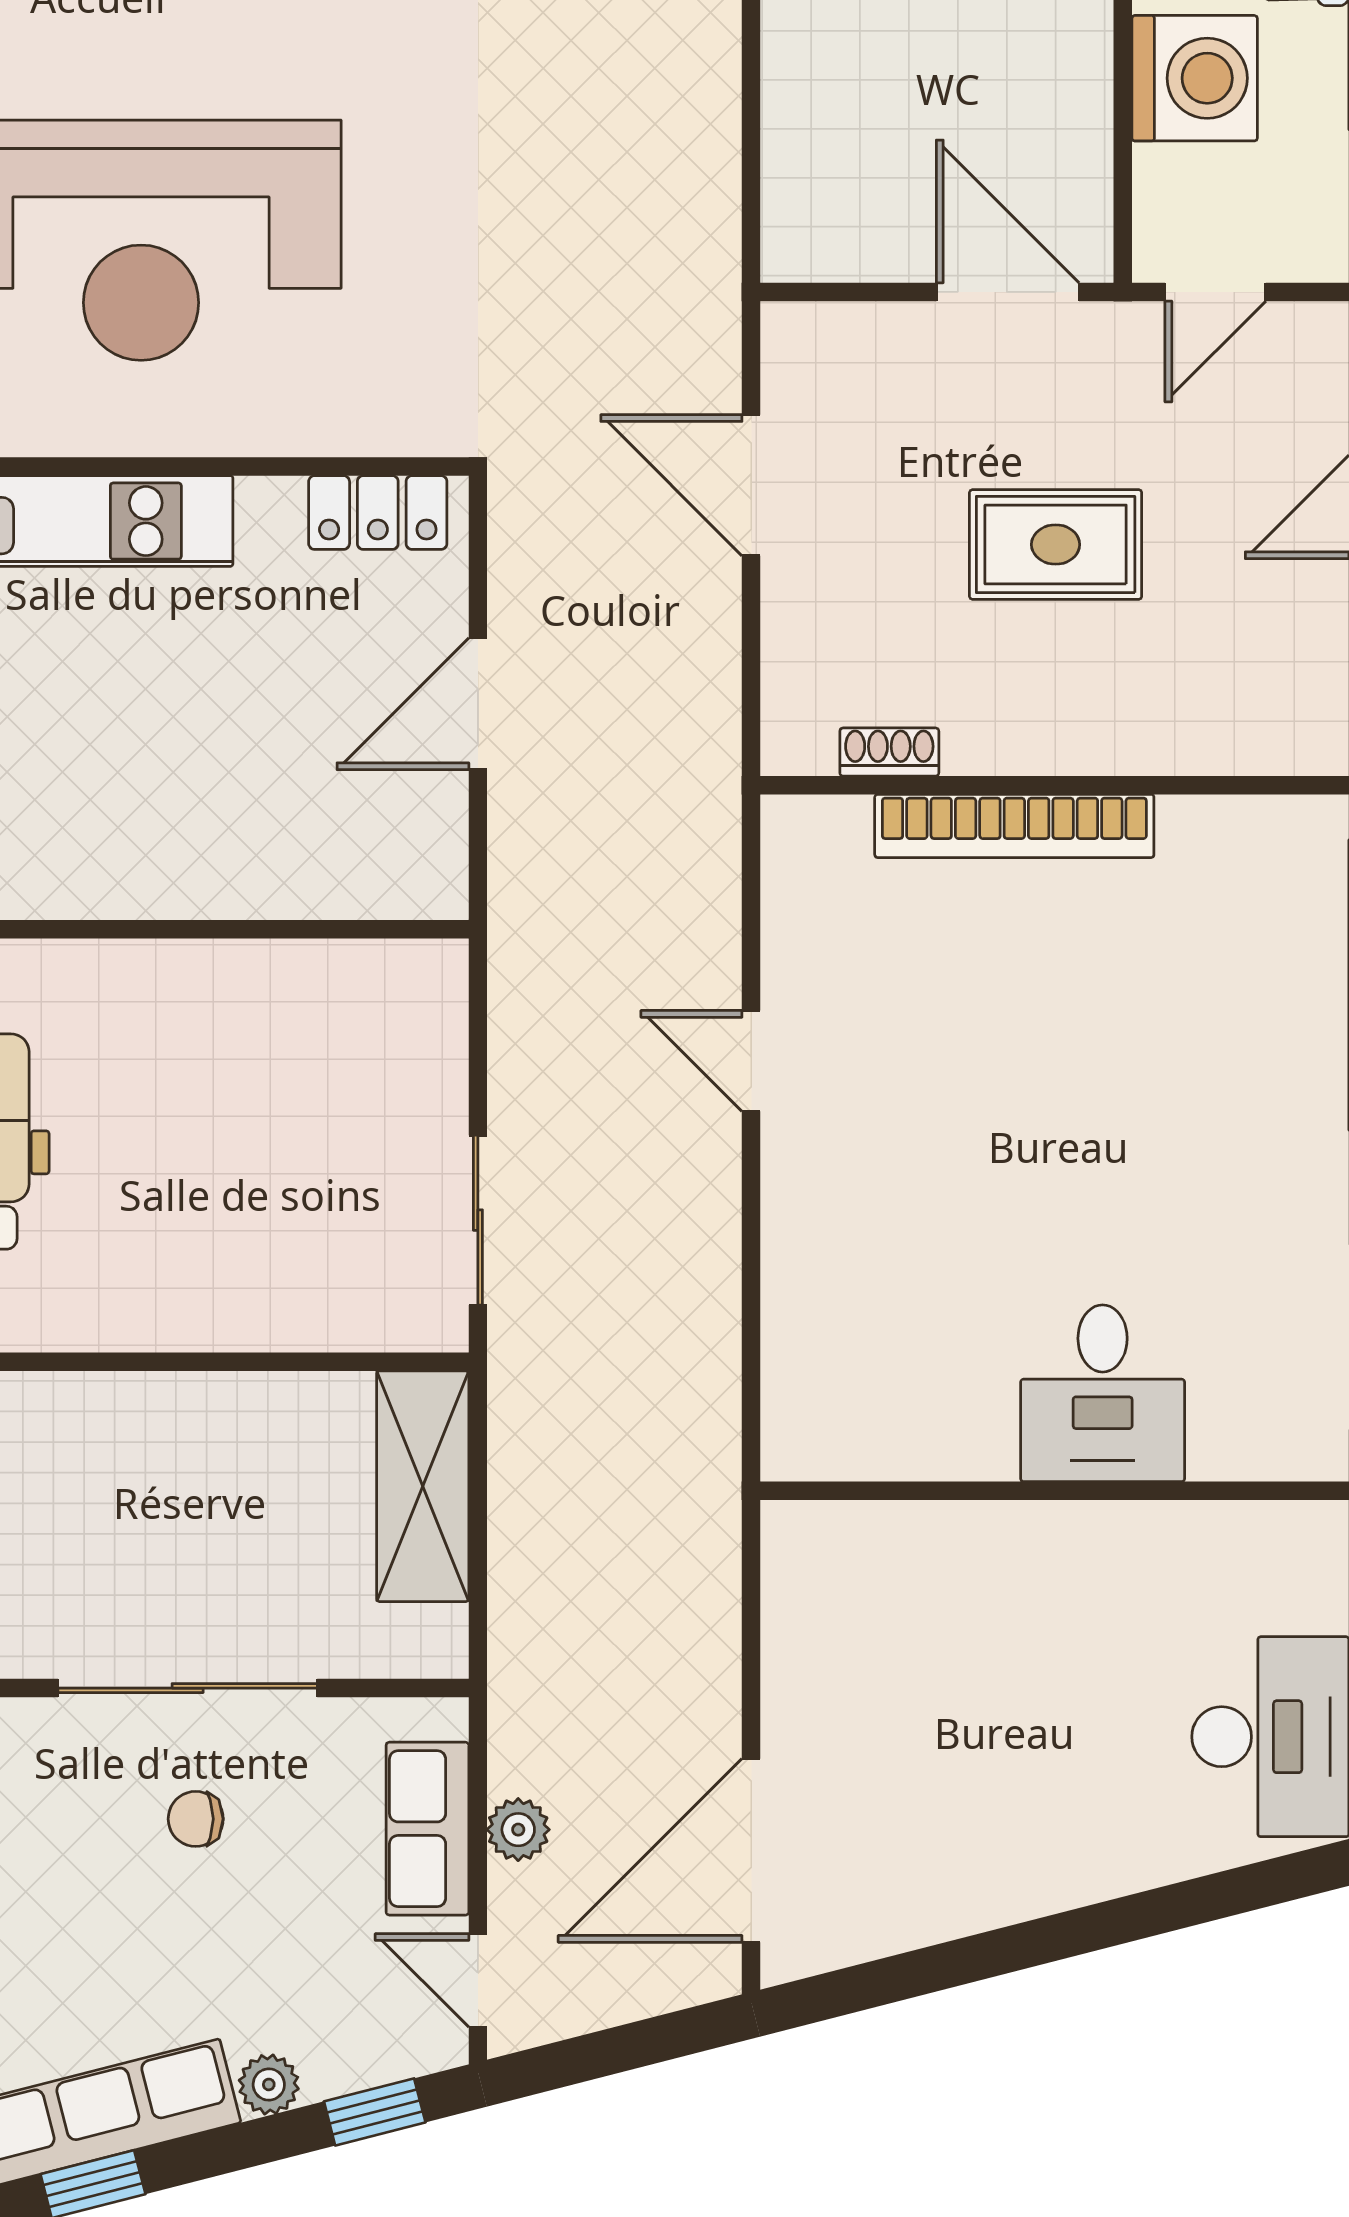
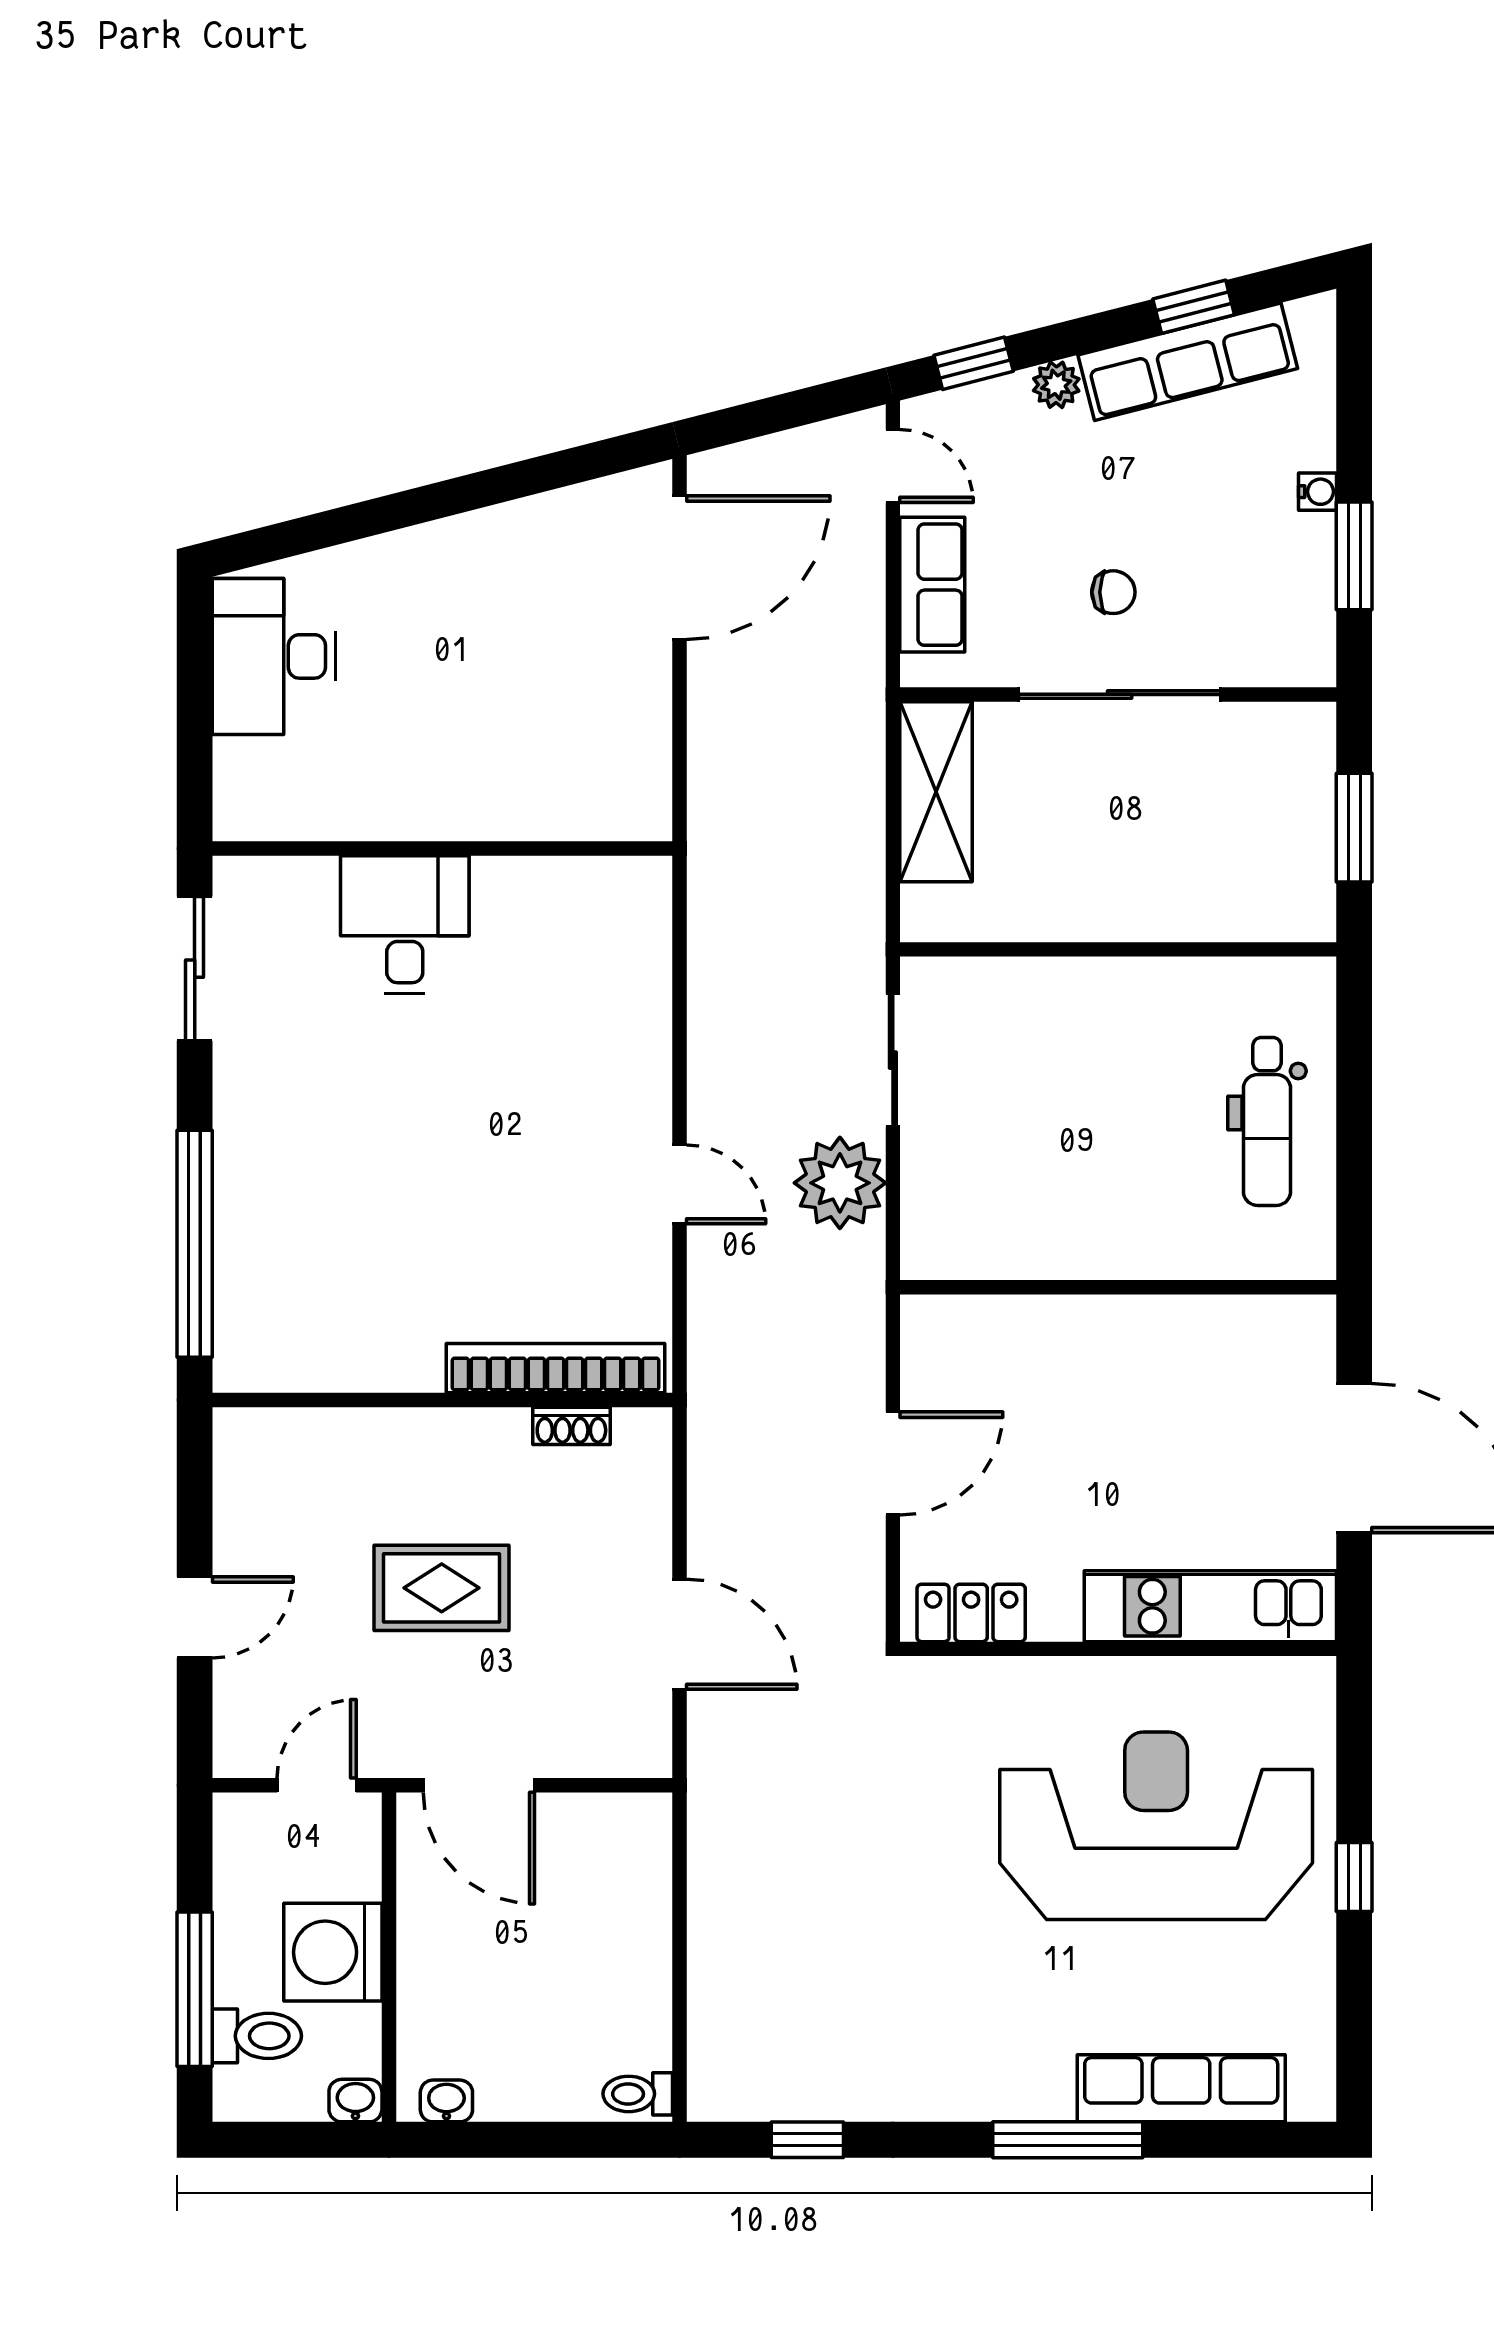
bookcase: (1014, 826) -> (556, 1368), moved
shelving: (423, 1486) -> (936, 792), moved
plant: (518, 1830) -> (840, 1183), moved, width x1.87, depth x1.87

